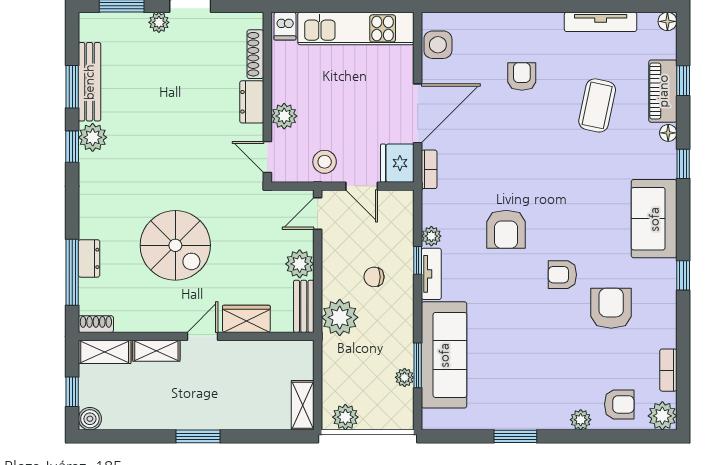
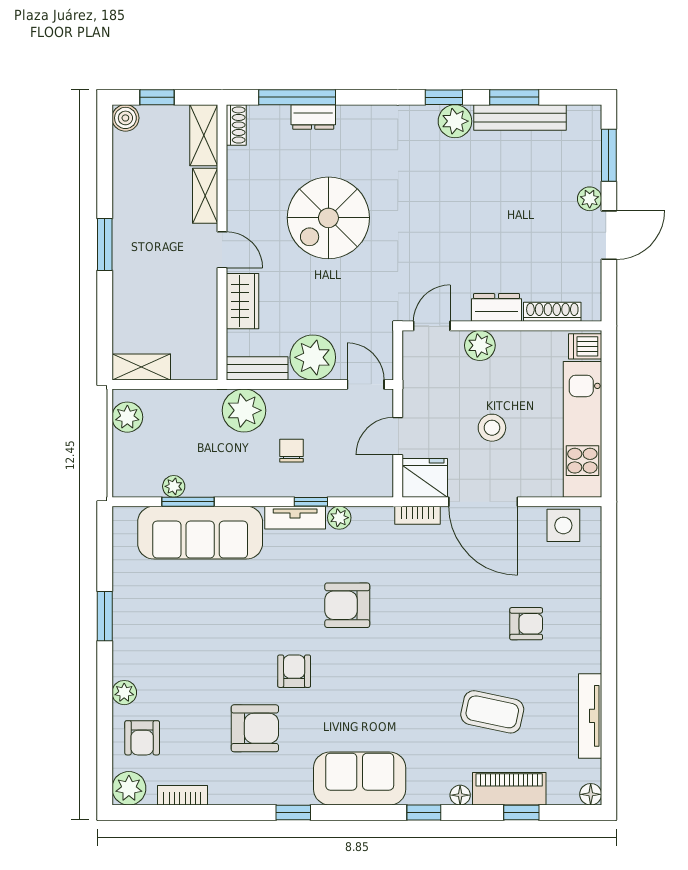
stool: (325, 162) -> (492, 428), moved
plant: (300, 264) -> (313, 357), width x1.36, depth x1.36

